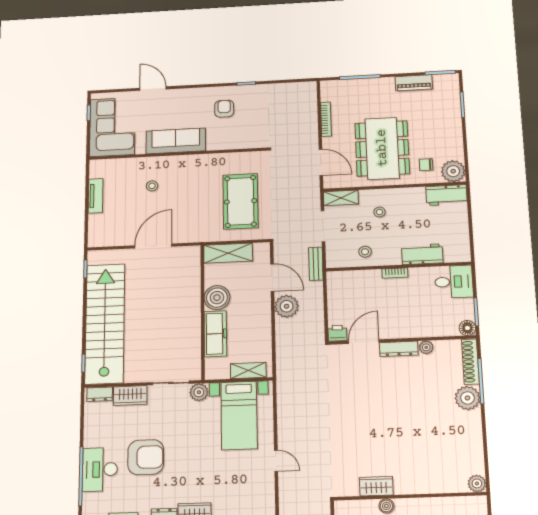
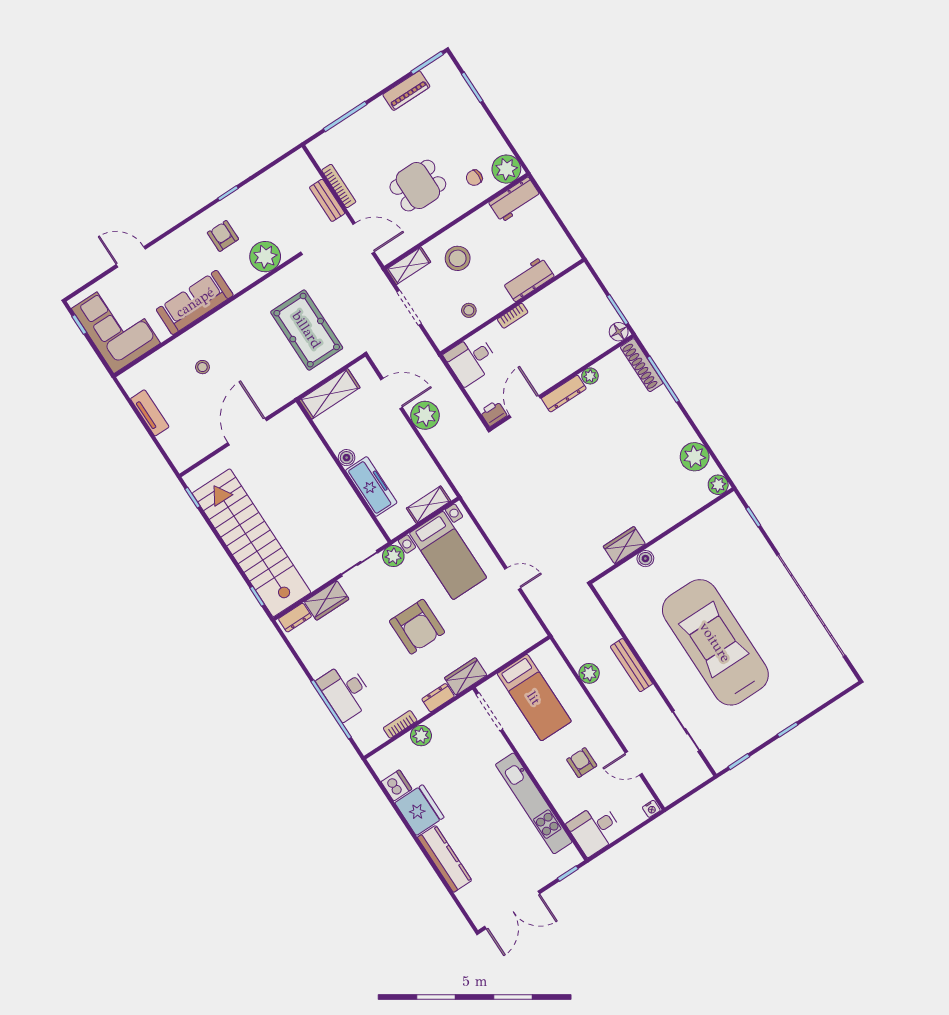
plant: (244, 137) -> (265, 257), added
dining table: (382, 148) -> (418, 186), width x0.53, depth x0.80
stool: (379, 212) -> (458, 258), width x1.89, depth x1.89
bench: (316, 264) -> (327, 200), moved
desk: (454, 282) -> (471, 360), moved, turned 180
boiler: (217, 298) -> (347, 458), width x0.54, depth x0.54
plant: (467, 398) -> (695, 457), moved
armchair: (146, 457) -> (417, 627), moved, turned 90

